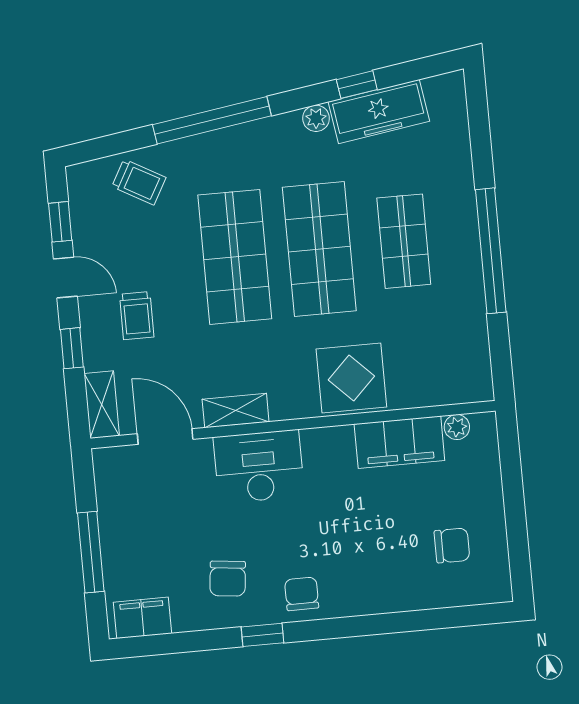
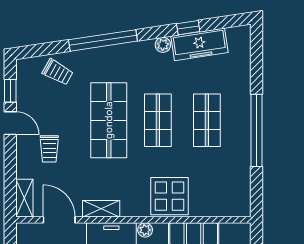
shop shelf: (319, 249) -> (158, 120), width x0.70, depth x0.74
window: (72, 348) -> (10, 164), removed
plant: (457, 427) -> (145, 230), moved

